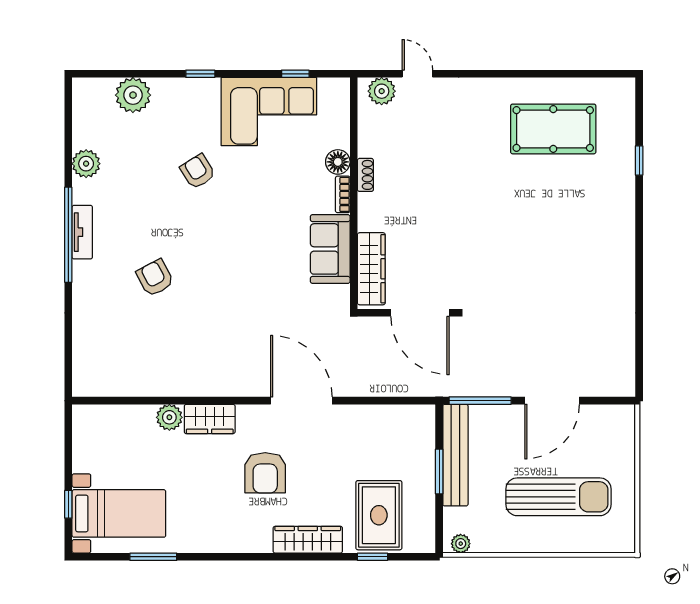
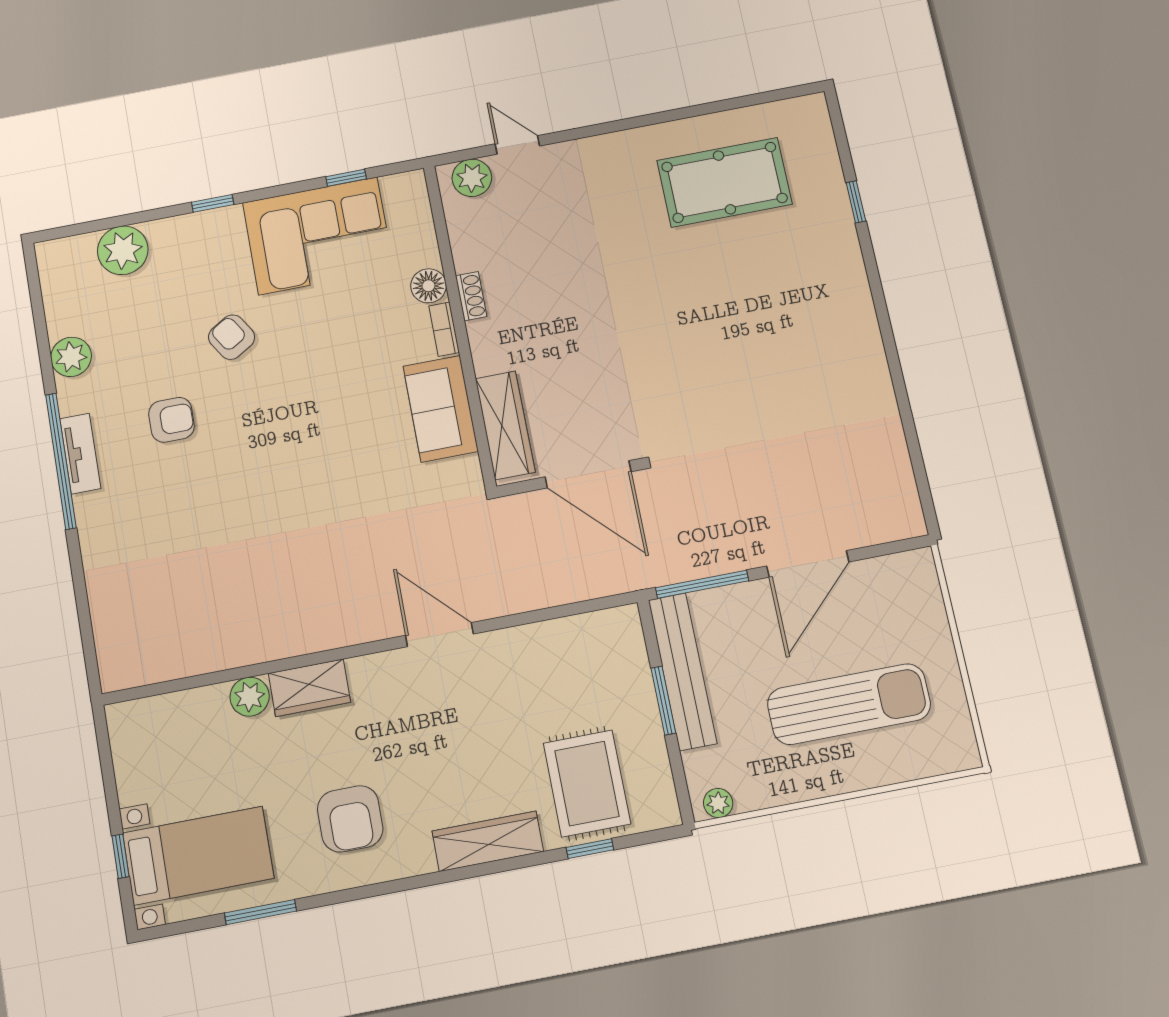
armchair: (155, 278) -> (171, 420), moved, turned 118
door: (301, 401) -> (439, 635), width x0.73
armchair: (265, 473) -> (350, 819), moved

